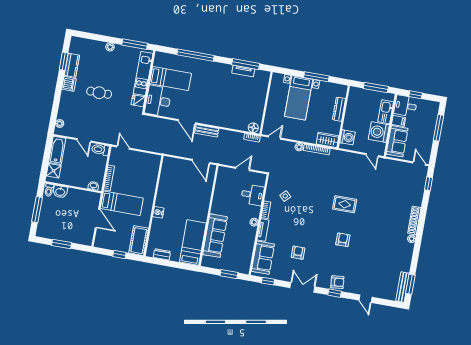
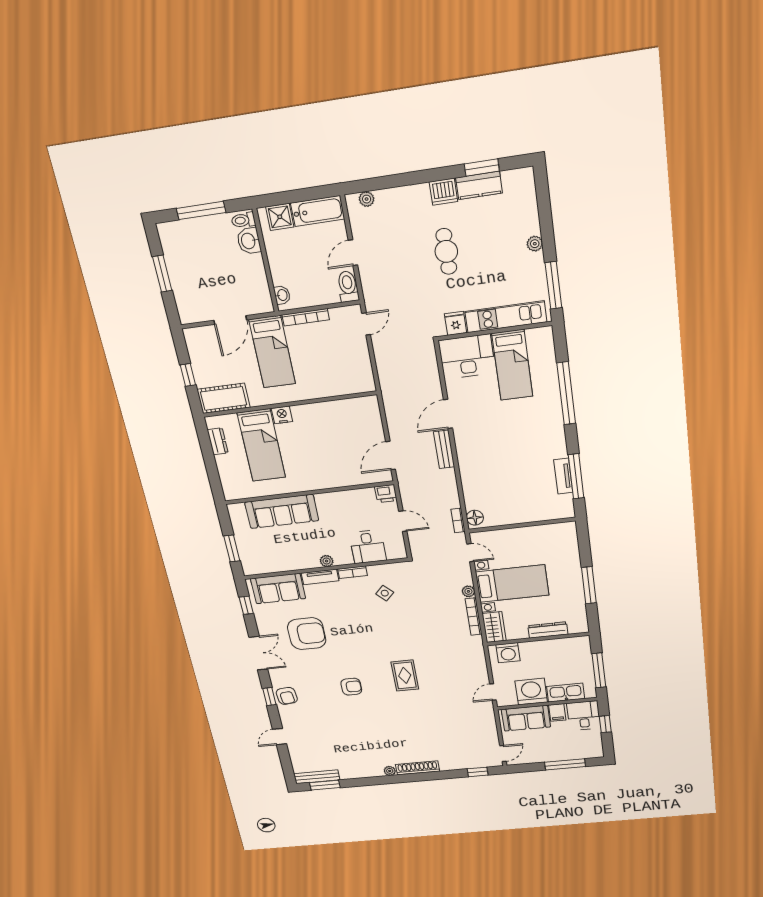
bed with nightstands: (299, 98) -> (512, 584), moved, turned 180
printer: (223, 172) -> (386, 494), added
bed: (193, 243) -> (261, 445), moved, turned 90
armchair: (298, 253) -> (307, 634), width x1.88, depth x1.88

